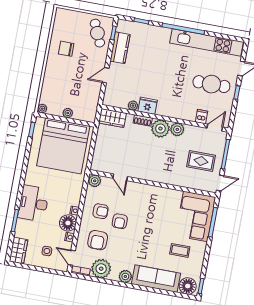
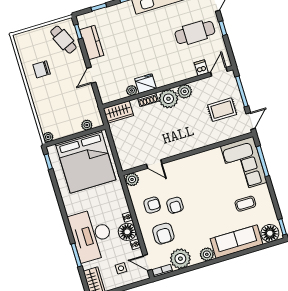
plant: (68, 113) -> (87, 125), moved
desk: (34, 203) -> (91, 235), width x1.36, depth x1.30

